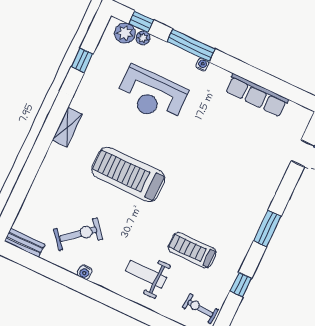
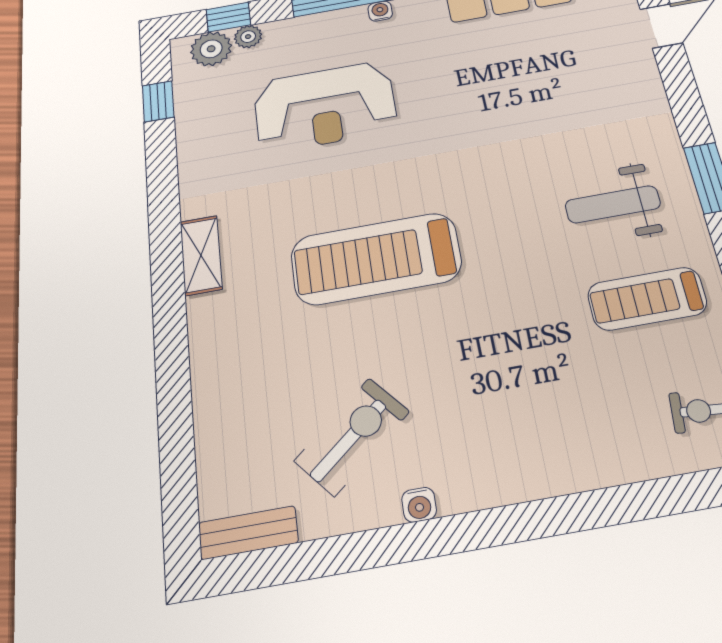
window: (82, 60) -> (158, 101), moved
treadmill: (192, 250) -> (647, 299), moved
weight bench: (146, 274) -> (613, 204), moved

